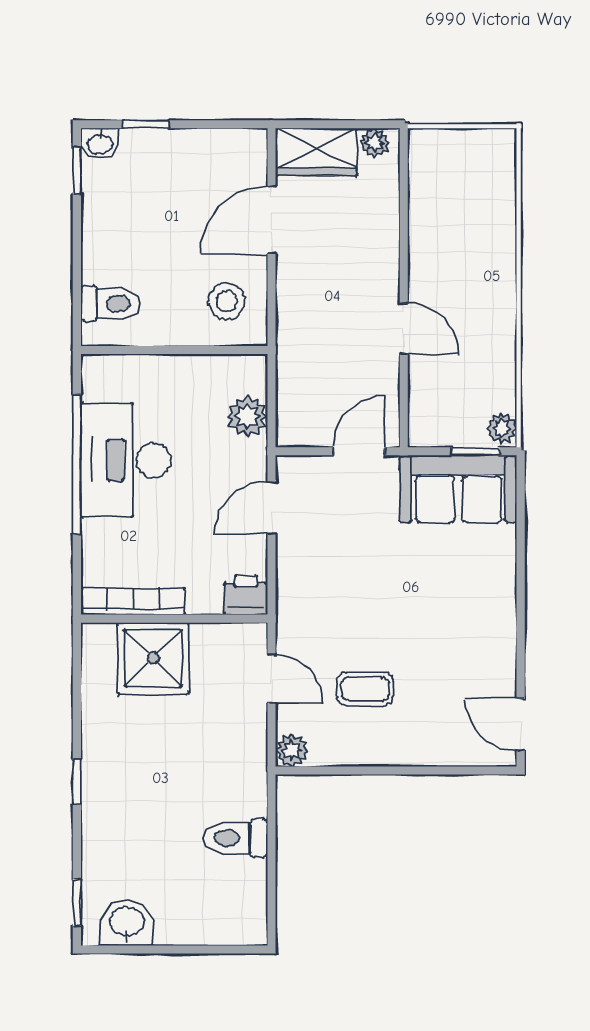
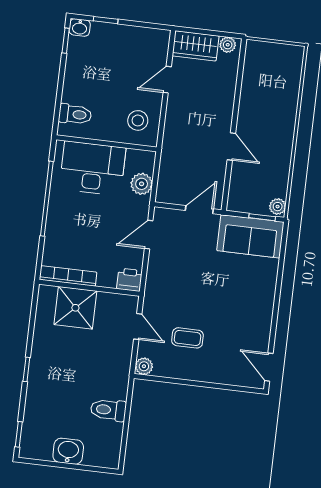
door: (272, 220) -> (167, 80), width x0.73
desk: (126, 460) -> (93, 168), moved, turned 90
washbasin: (127, 923) -> (68, 451), moved

